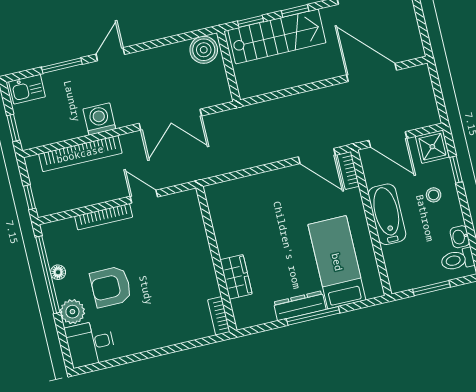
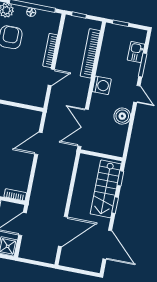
boiler: (204, 50) -> (122, 116), moved
kitchen sink: (27, 89) -> (136, 52), moved
washing machine: (99, 119) -> (102, 85), moved
double door: (170, 120) -> (83, 128), moved
door: (317, 156) -> (38, 143), moved

